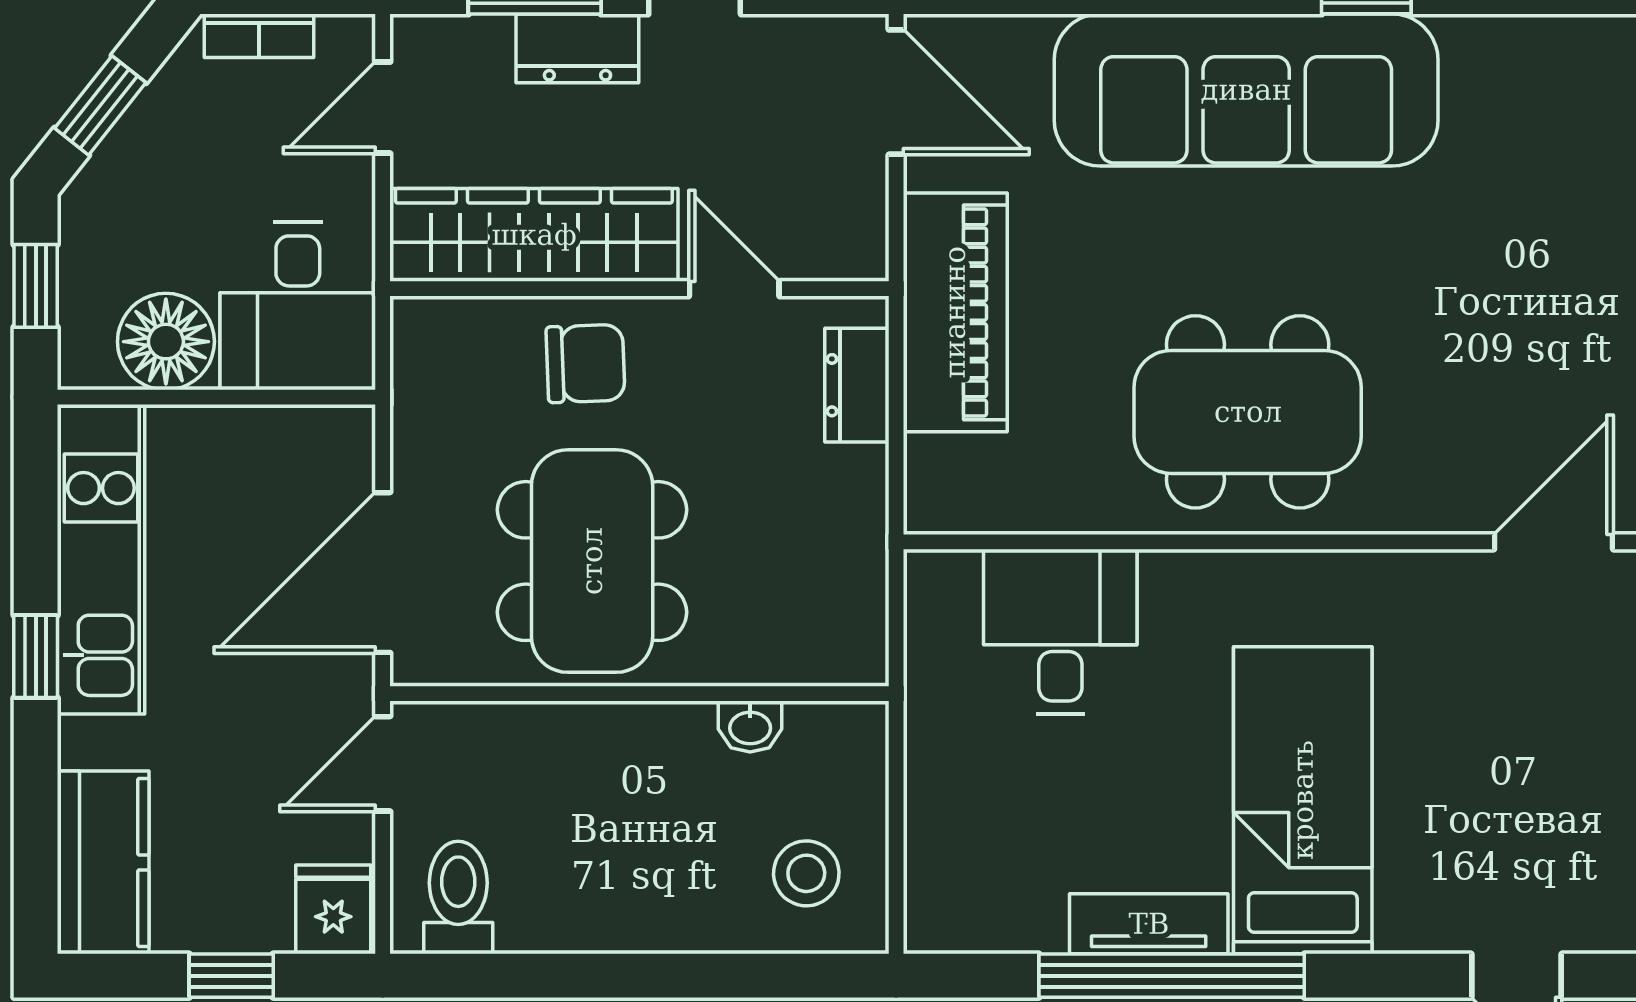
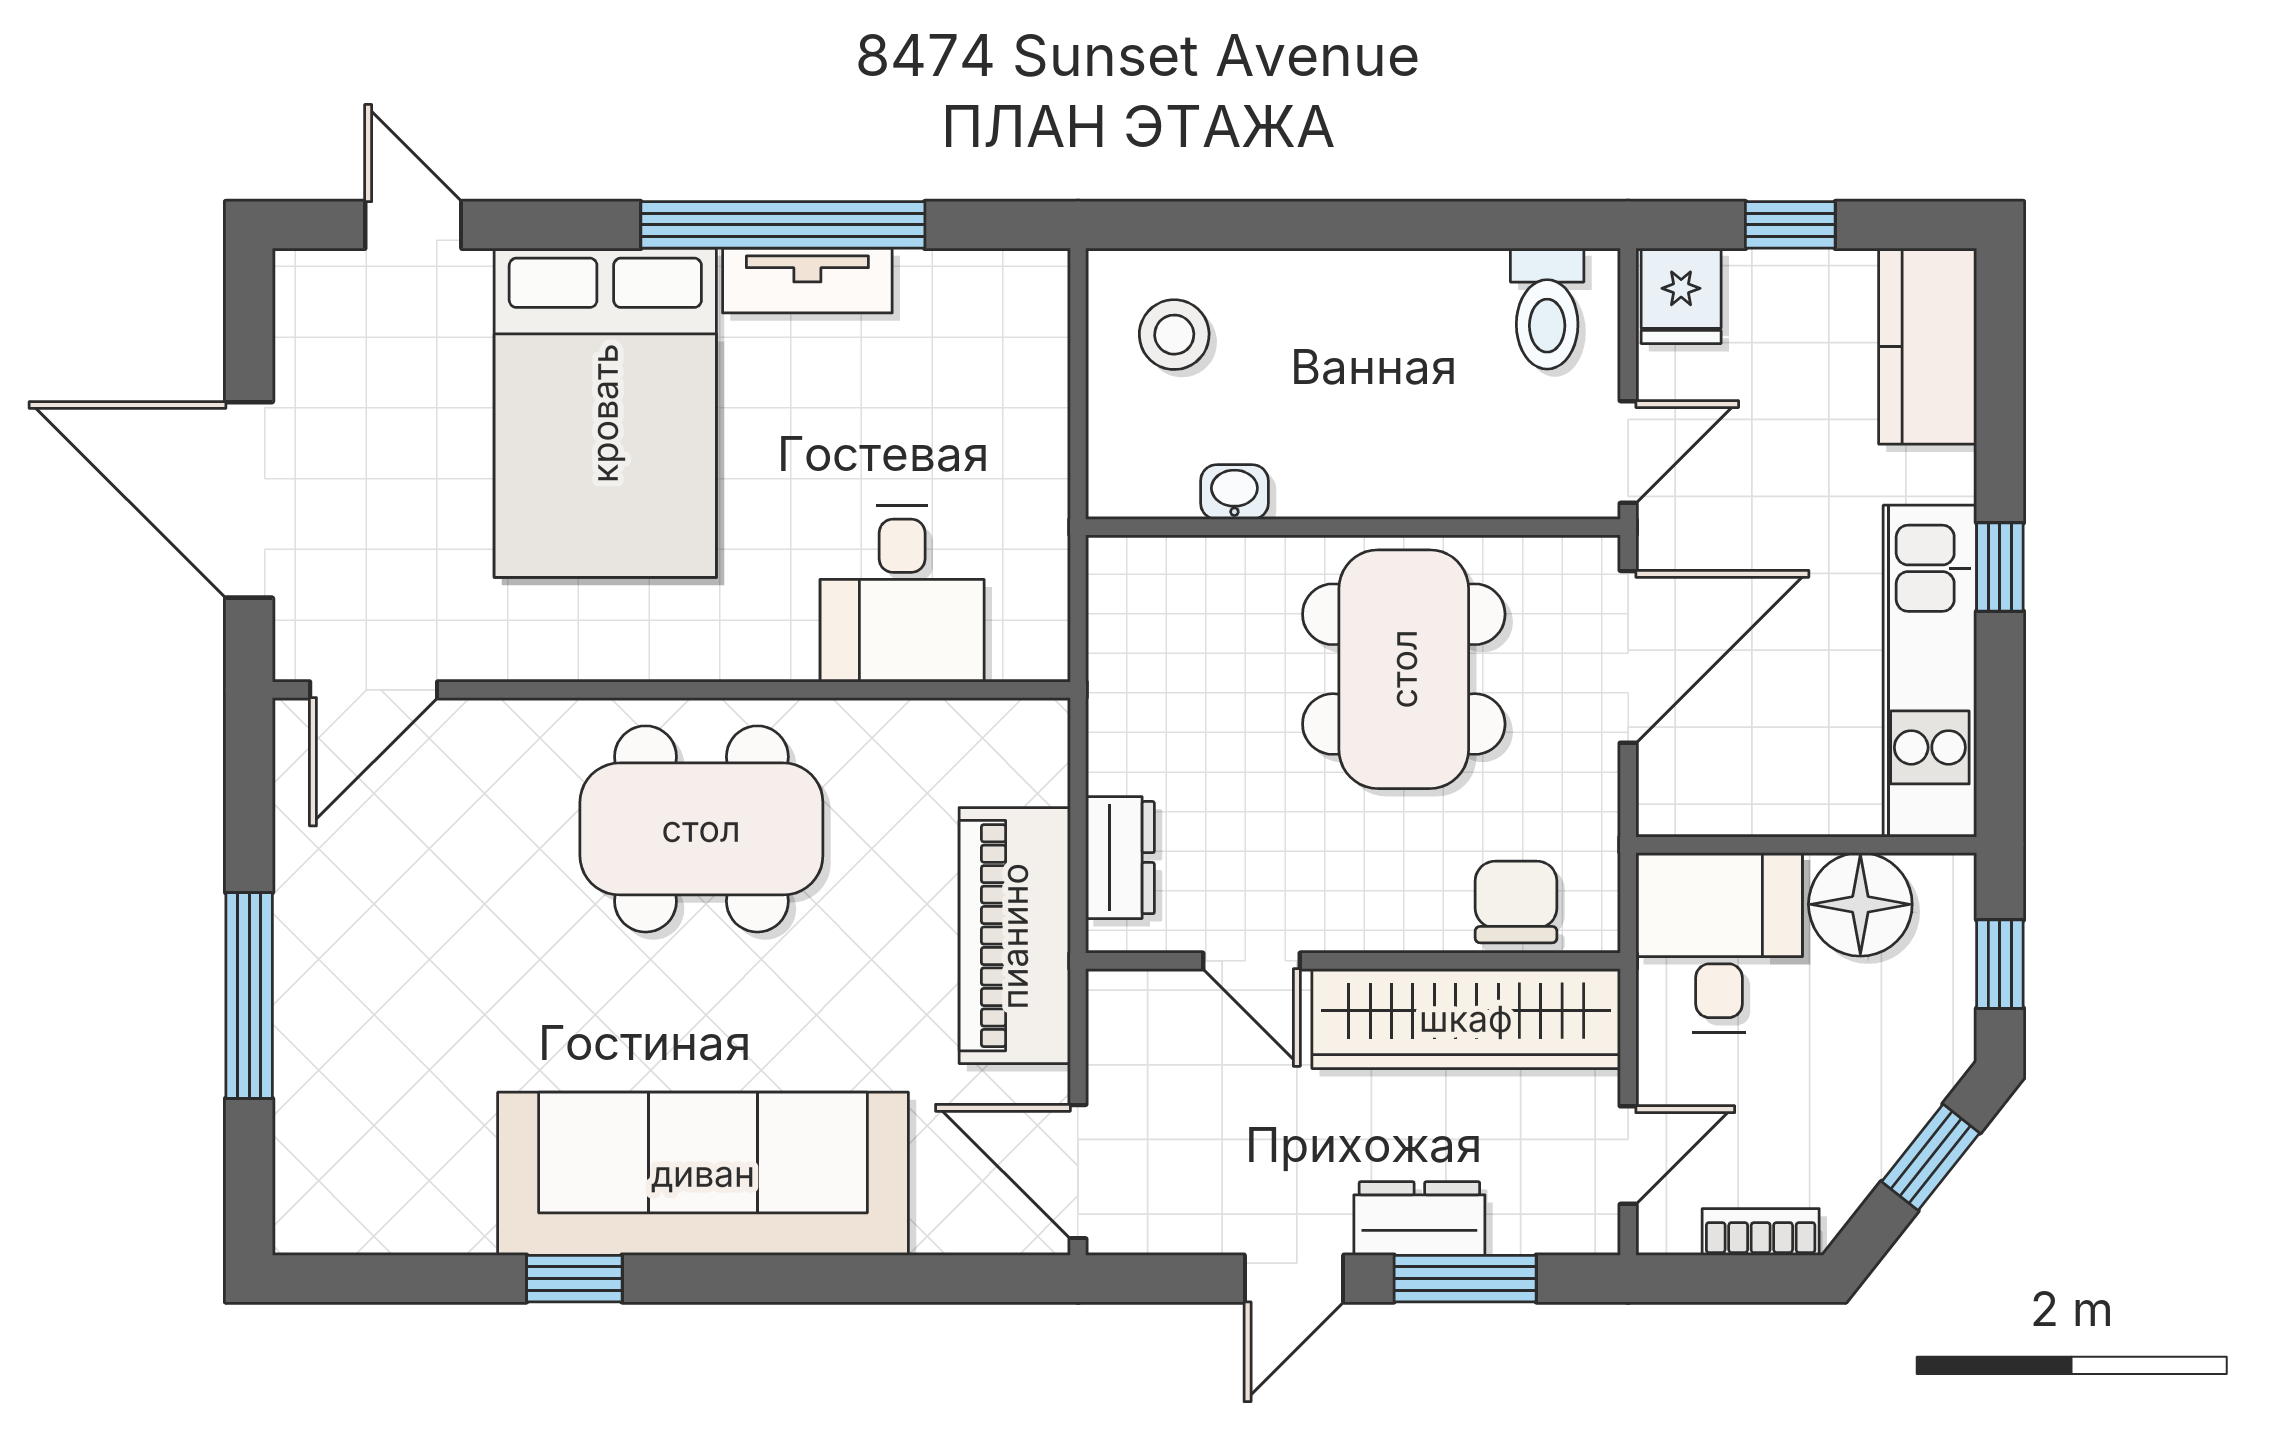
chair: (586, 364) -> (1516, 902), moved, turned 92
bed: (1303, 800) -> (605, 413), width x1.50

